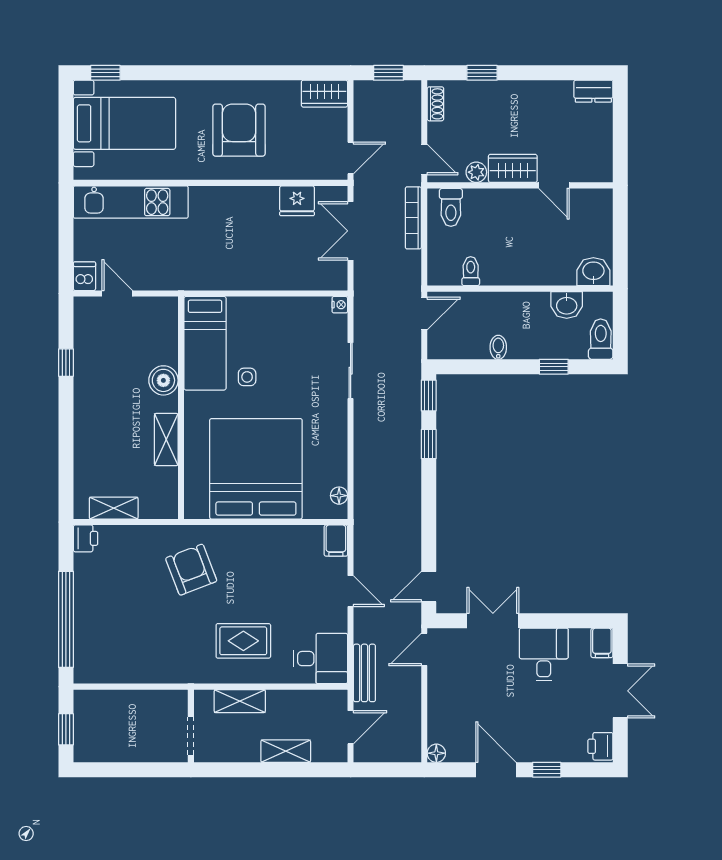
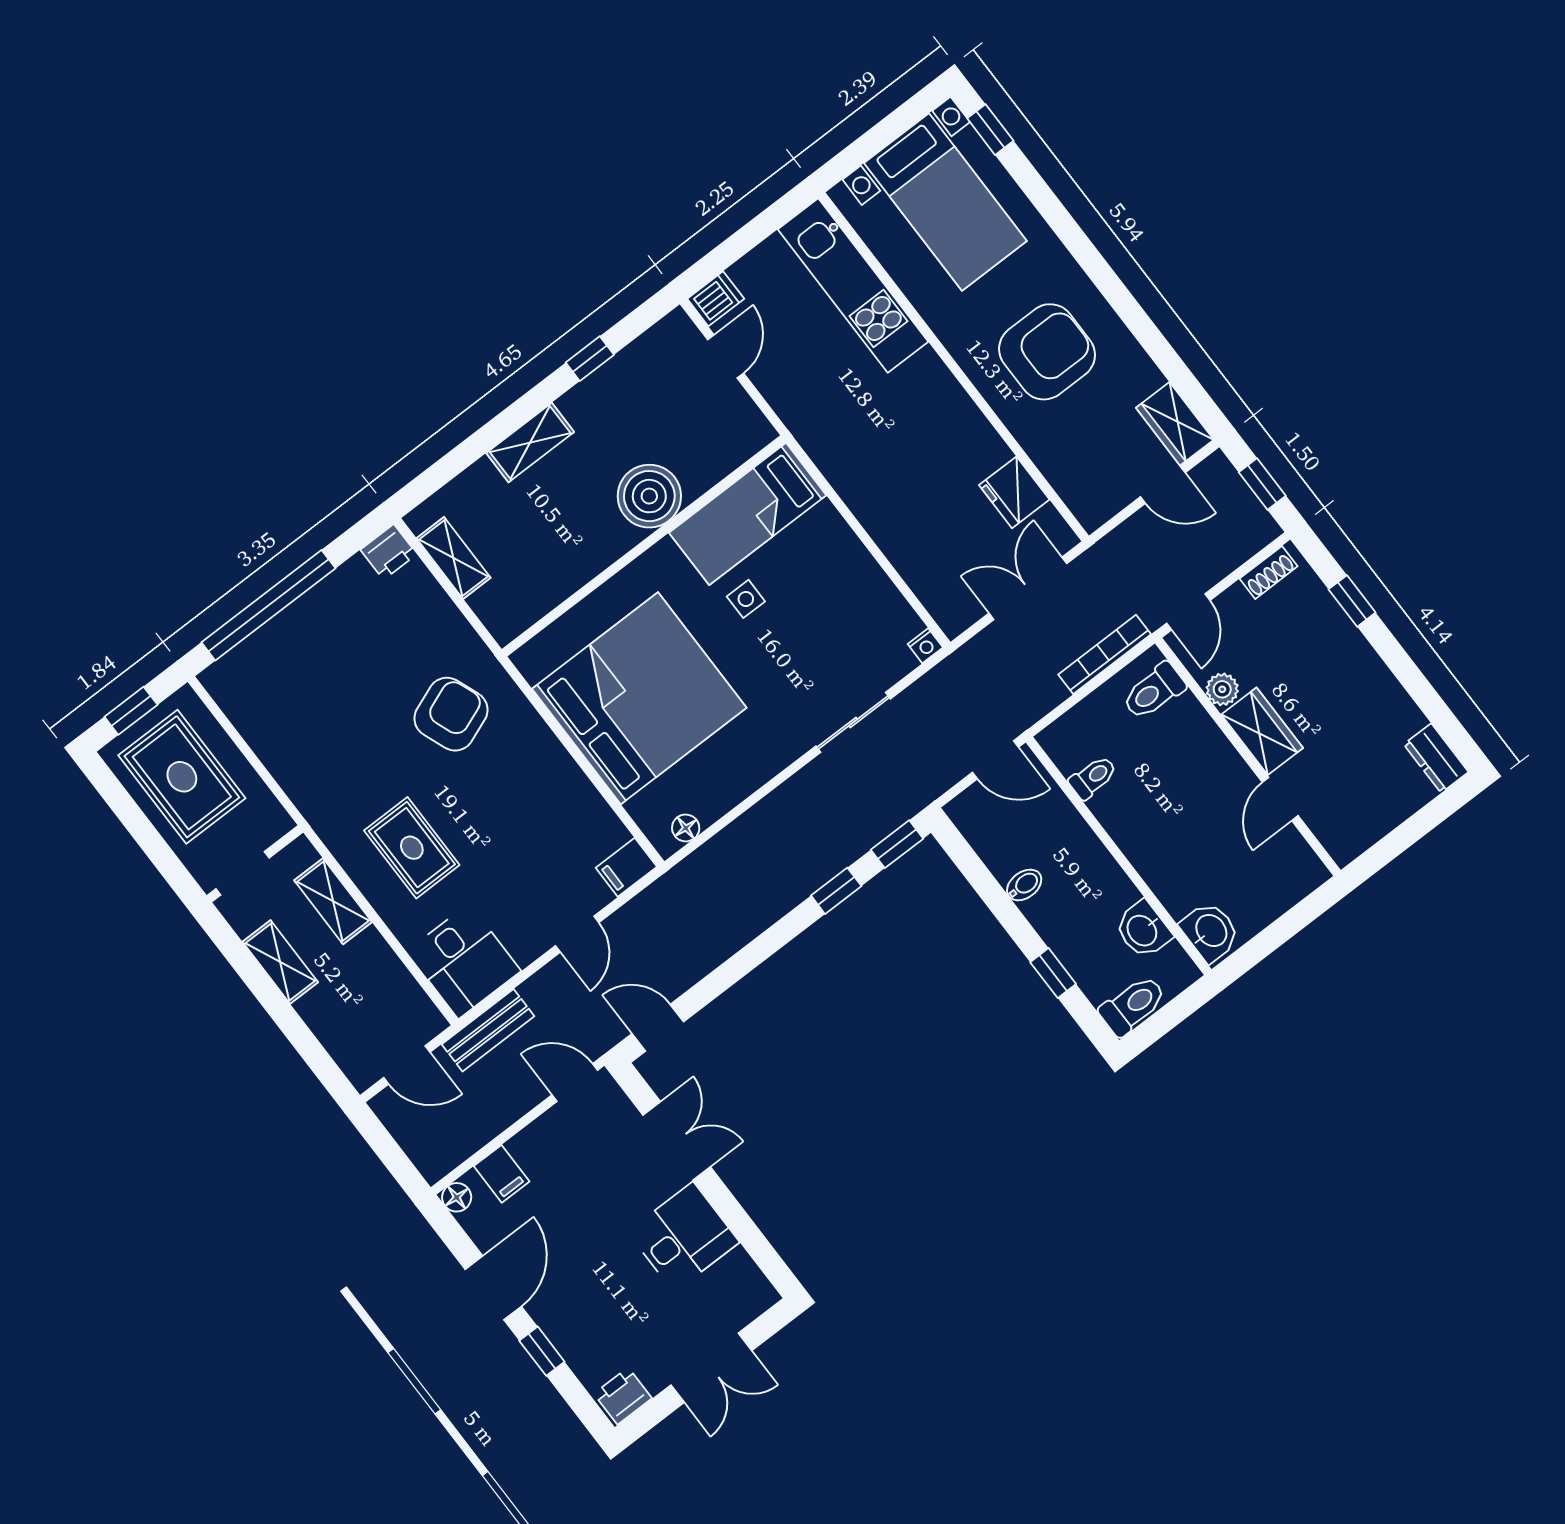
door: (351, 158) -> (1163, 485), moved
boiler: (163, 380) -> (649, 496), width x1.37, depth x1.37
shelving: (166, 440) -> (530, 443), moved
filing cabinet: (602, 643) -> (502, 1174), moved, turned -90
rug: (119, 729) -> (182, 777), added
shelving: (286, 751) -> (280, 962), moved

